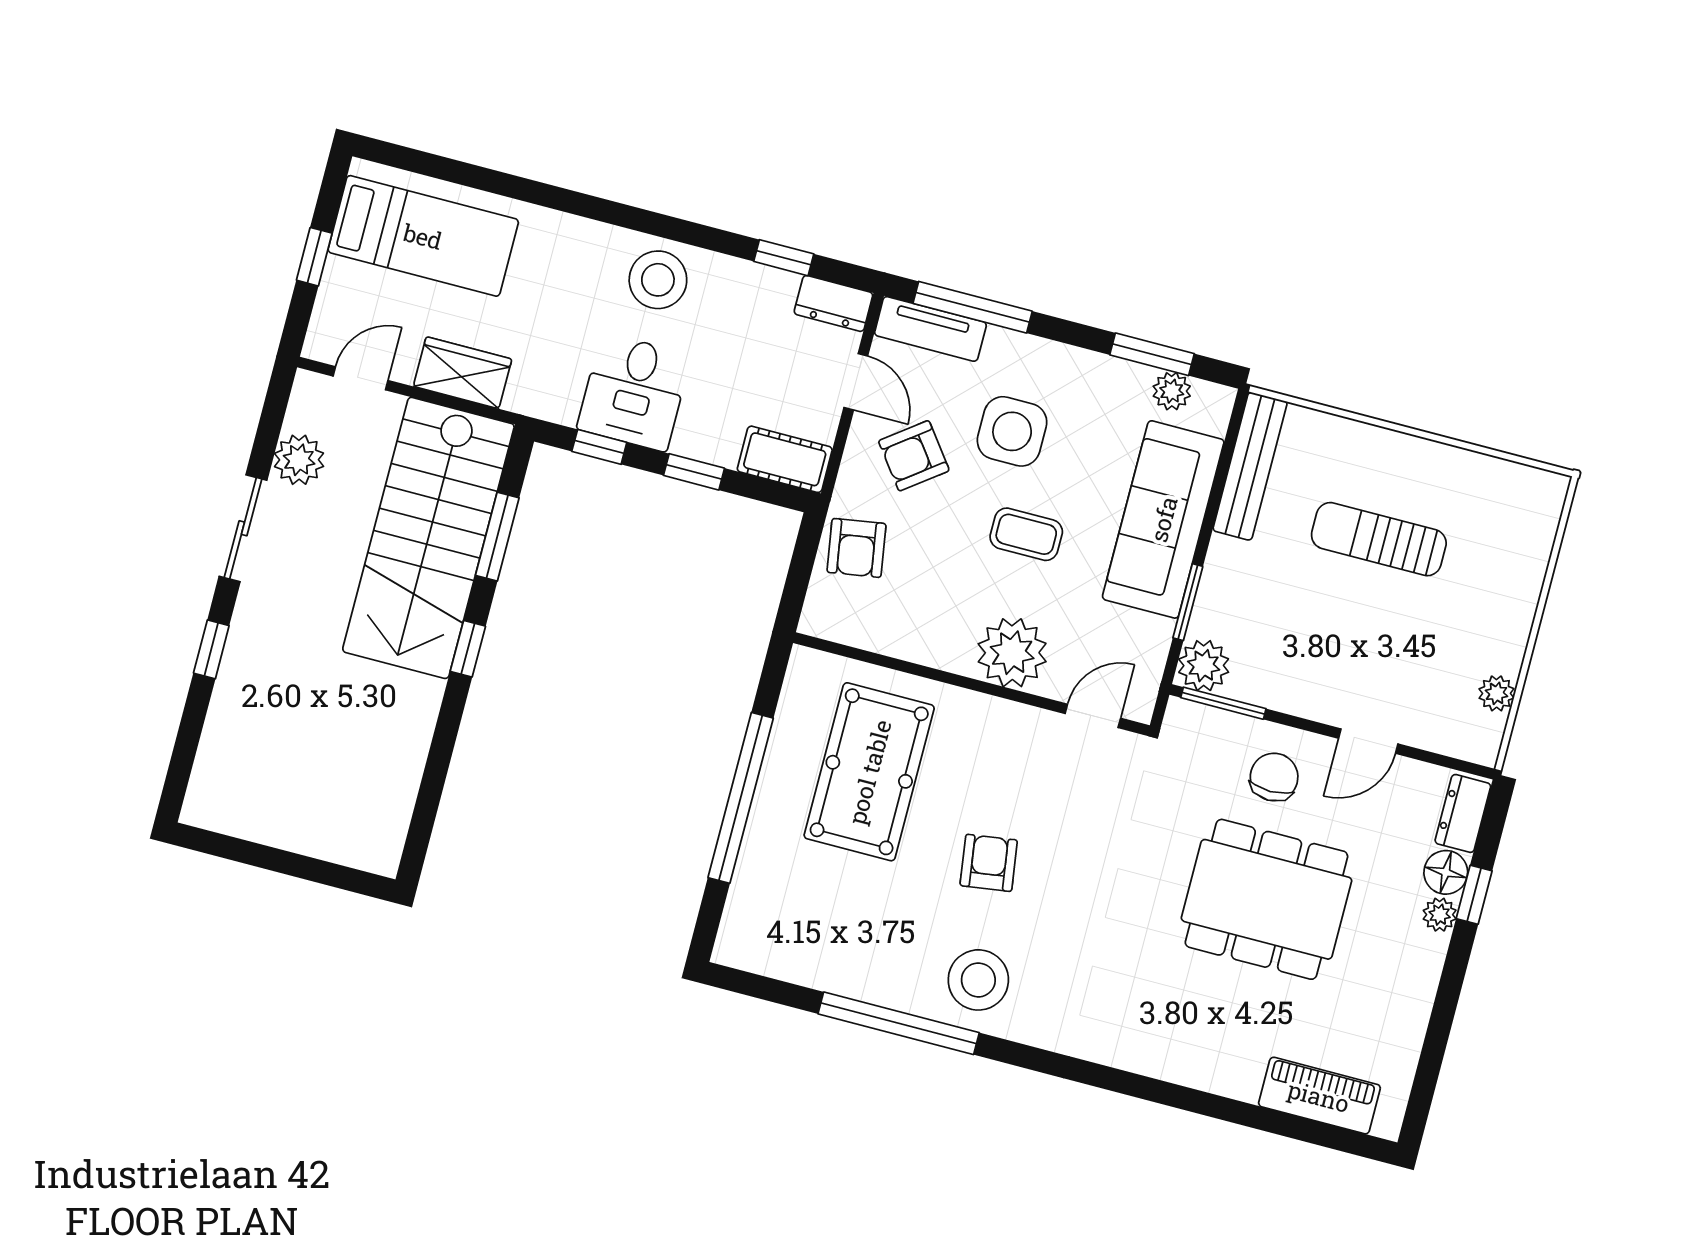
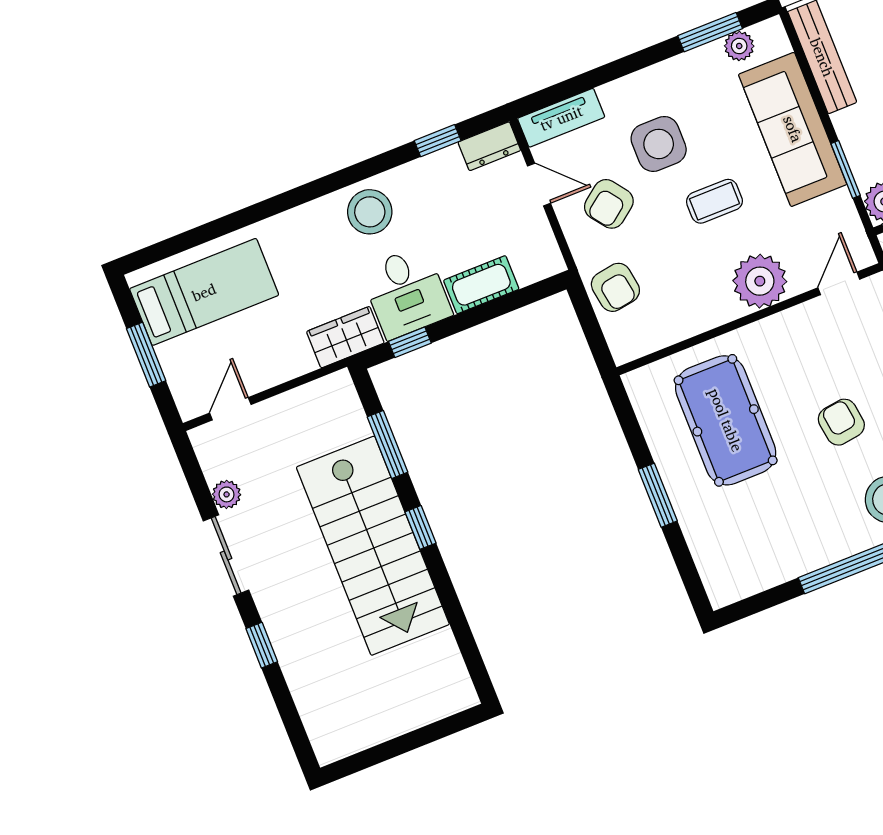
window: (314, 257) -> (146, 355), width x1.50
window: (973, 307) -> (577, 85), removed
wardrobe: (463, 373) -> (345, 337), moved
cot: (785, 459) -> (481, 285), moved
plant: (299, 460) -> (227, 494), width x0.73, depth x0.73
window: (694, 472) -> (480, 314), removed
stairs: (428, 538) -> (373, 546), moved
window: (741, 798) -> (658, 495), width x0.47

